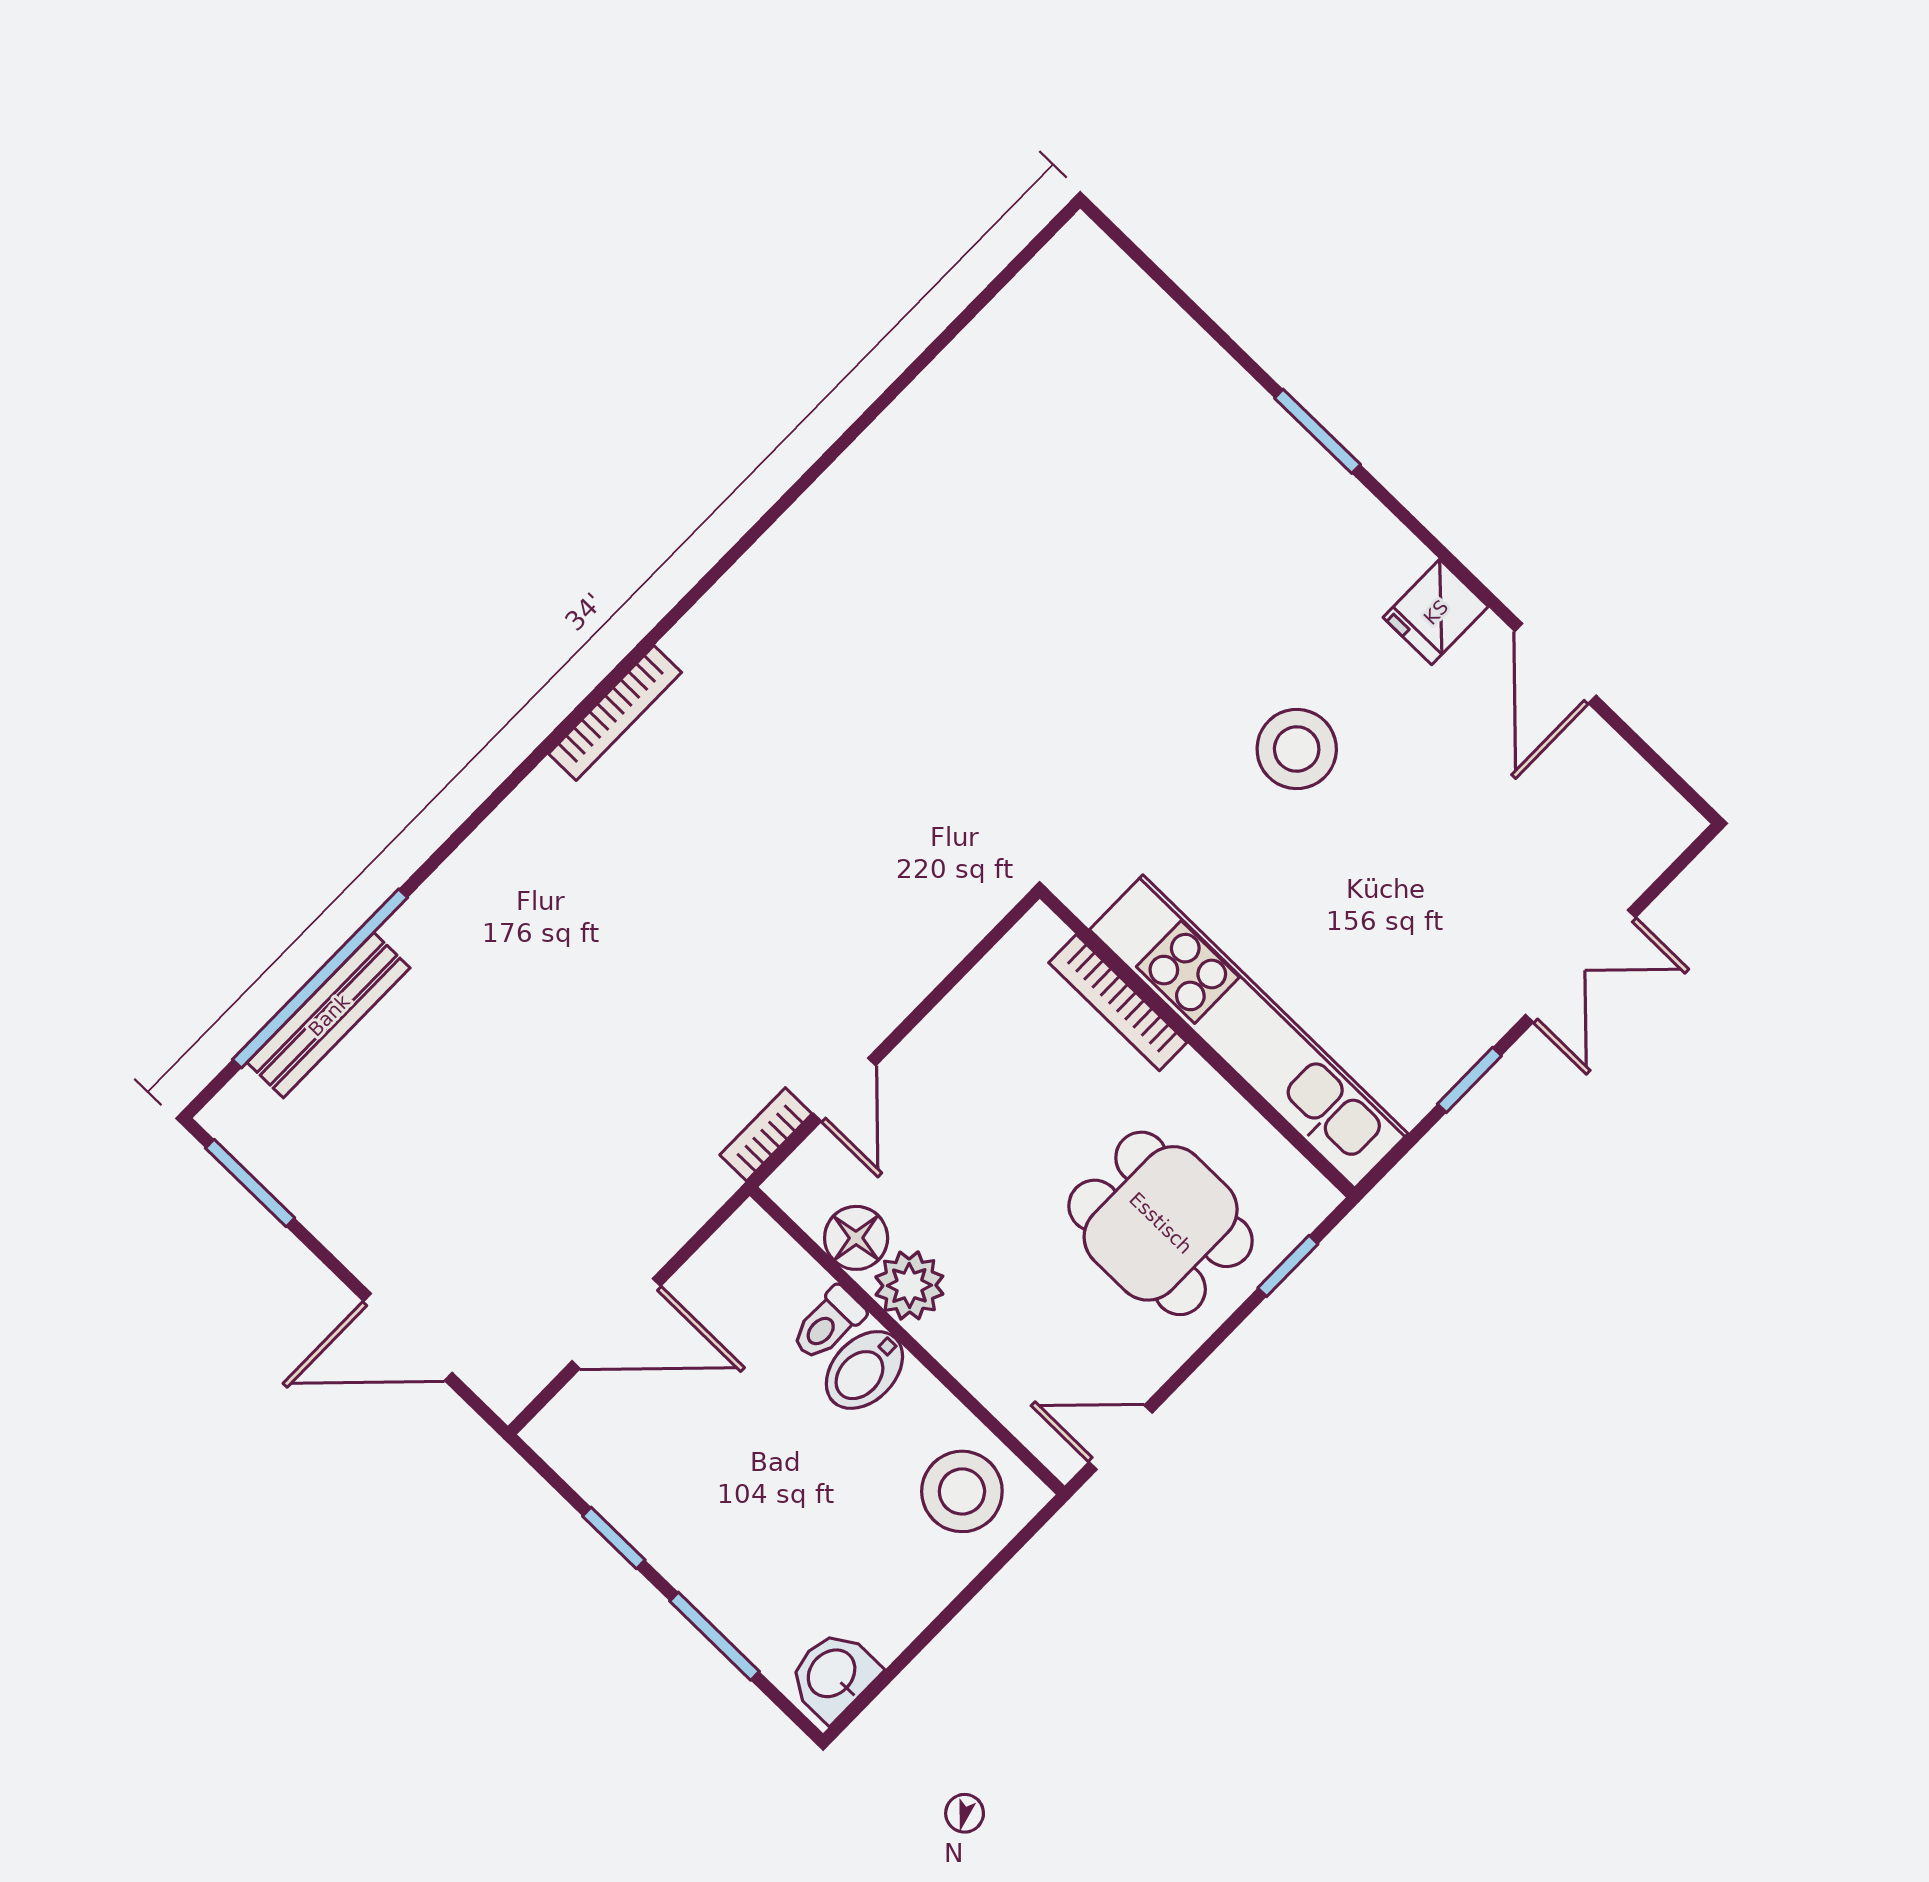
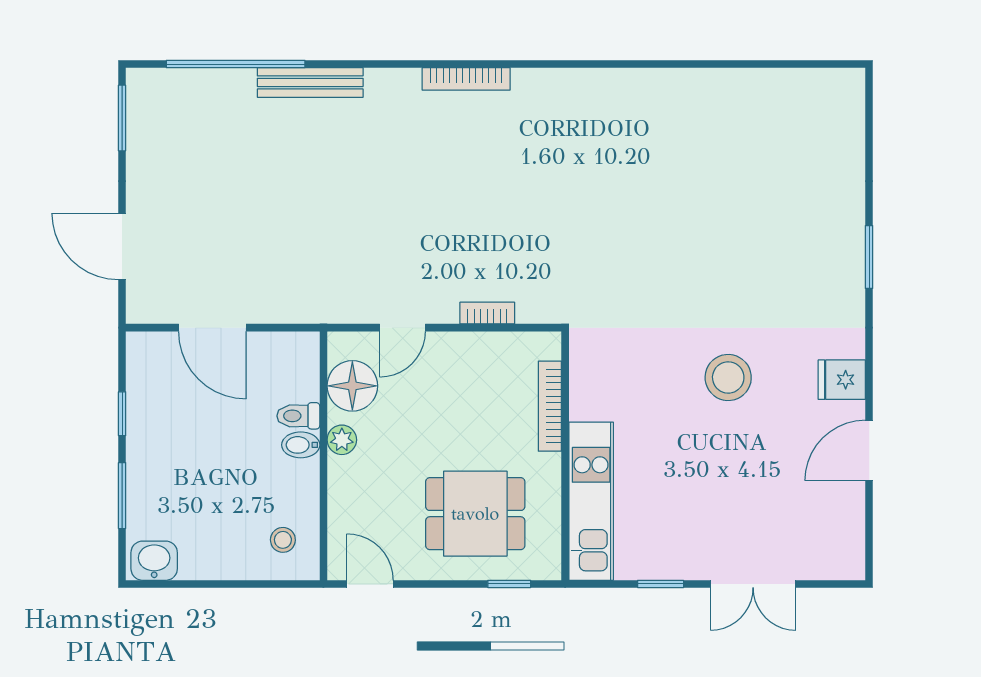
bench: (329, 1015) -> (310, 82), moved
kitchen unit: (1249, 1032) -> (591, 501), width x0.73
bookcase: (766, 1134) -> (487, 313), moved
dining table: (1161, 1223) -> (475, 514), turned 90
floor lamp: (856, 1238) -> (352, 386), width x1.38, depth x1.38
plant: (909, 1285) -> (342, 440), width x0.73, depth x0.73
bidet: (864, 1370) -> (301, 445), width x0.72, depth x0.74
stool: (962, 1491) -> (283, 540), width x0.53, depth x0.53

